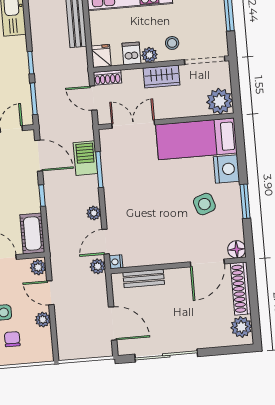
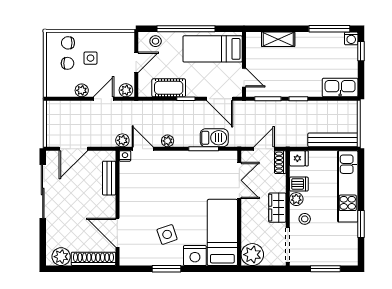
door: (39, 156) -> (220, 99), hinge flipped
cot: (32, 234) -> (169, 88), moved
floor lamp: (237, 249) -> (127, 258), removed

